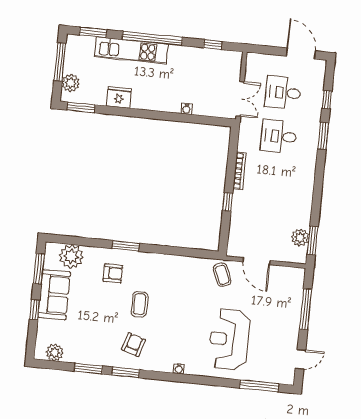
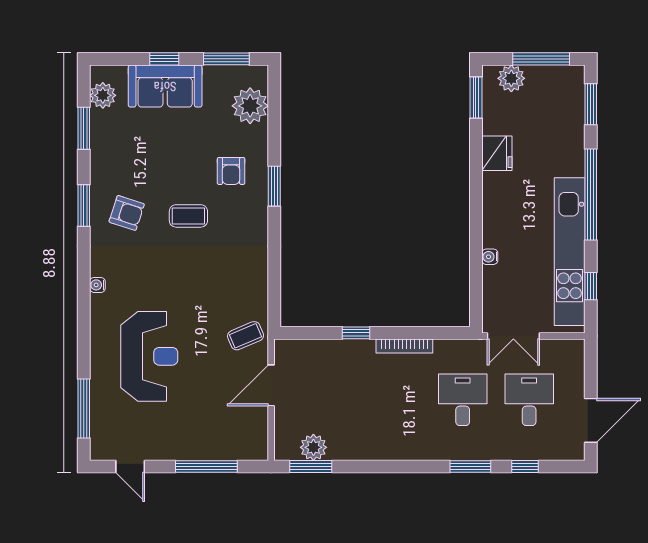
kitchen unit: (131, 50) -> (570, 252), moved, width x1.36
sofa: (54, 295) -> (165, 86), moved
reception desk: (229, 339) -> (149, 356), turned 90
window: (88, 369) -> (84, 128), moved

